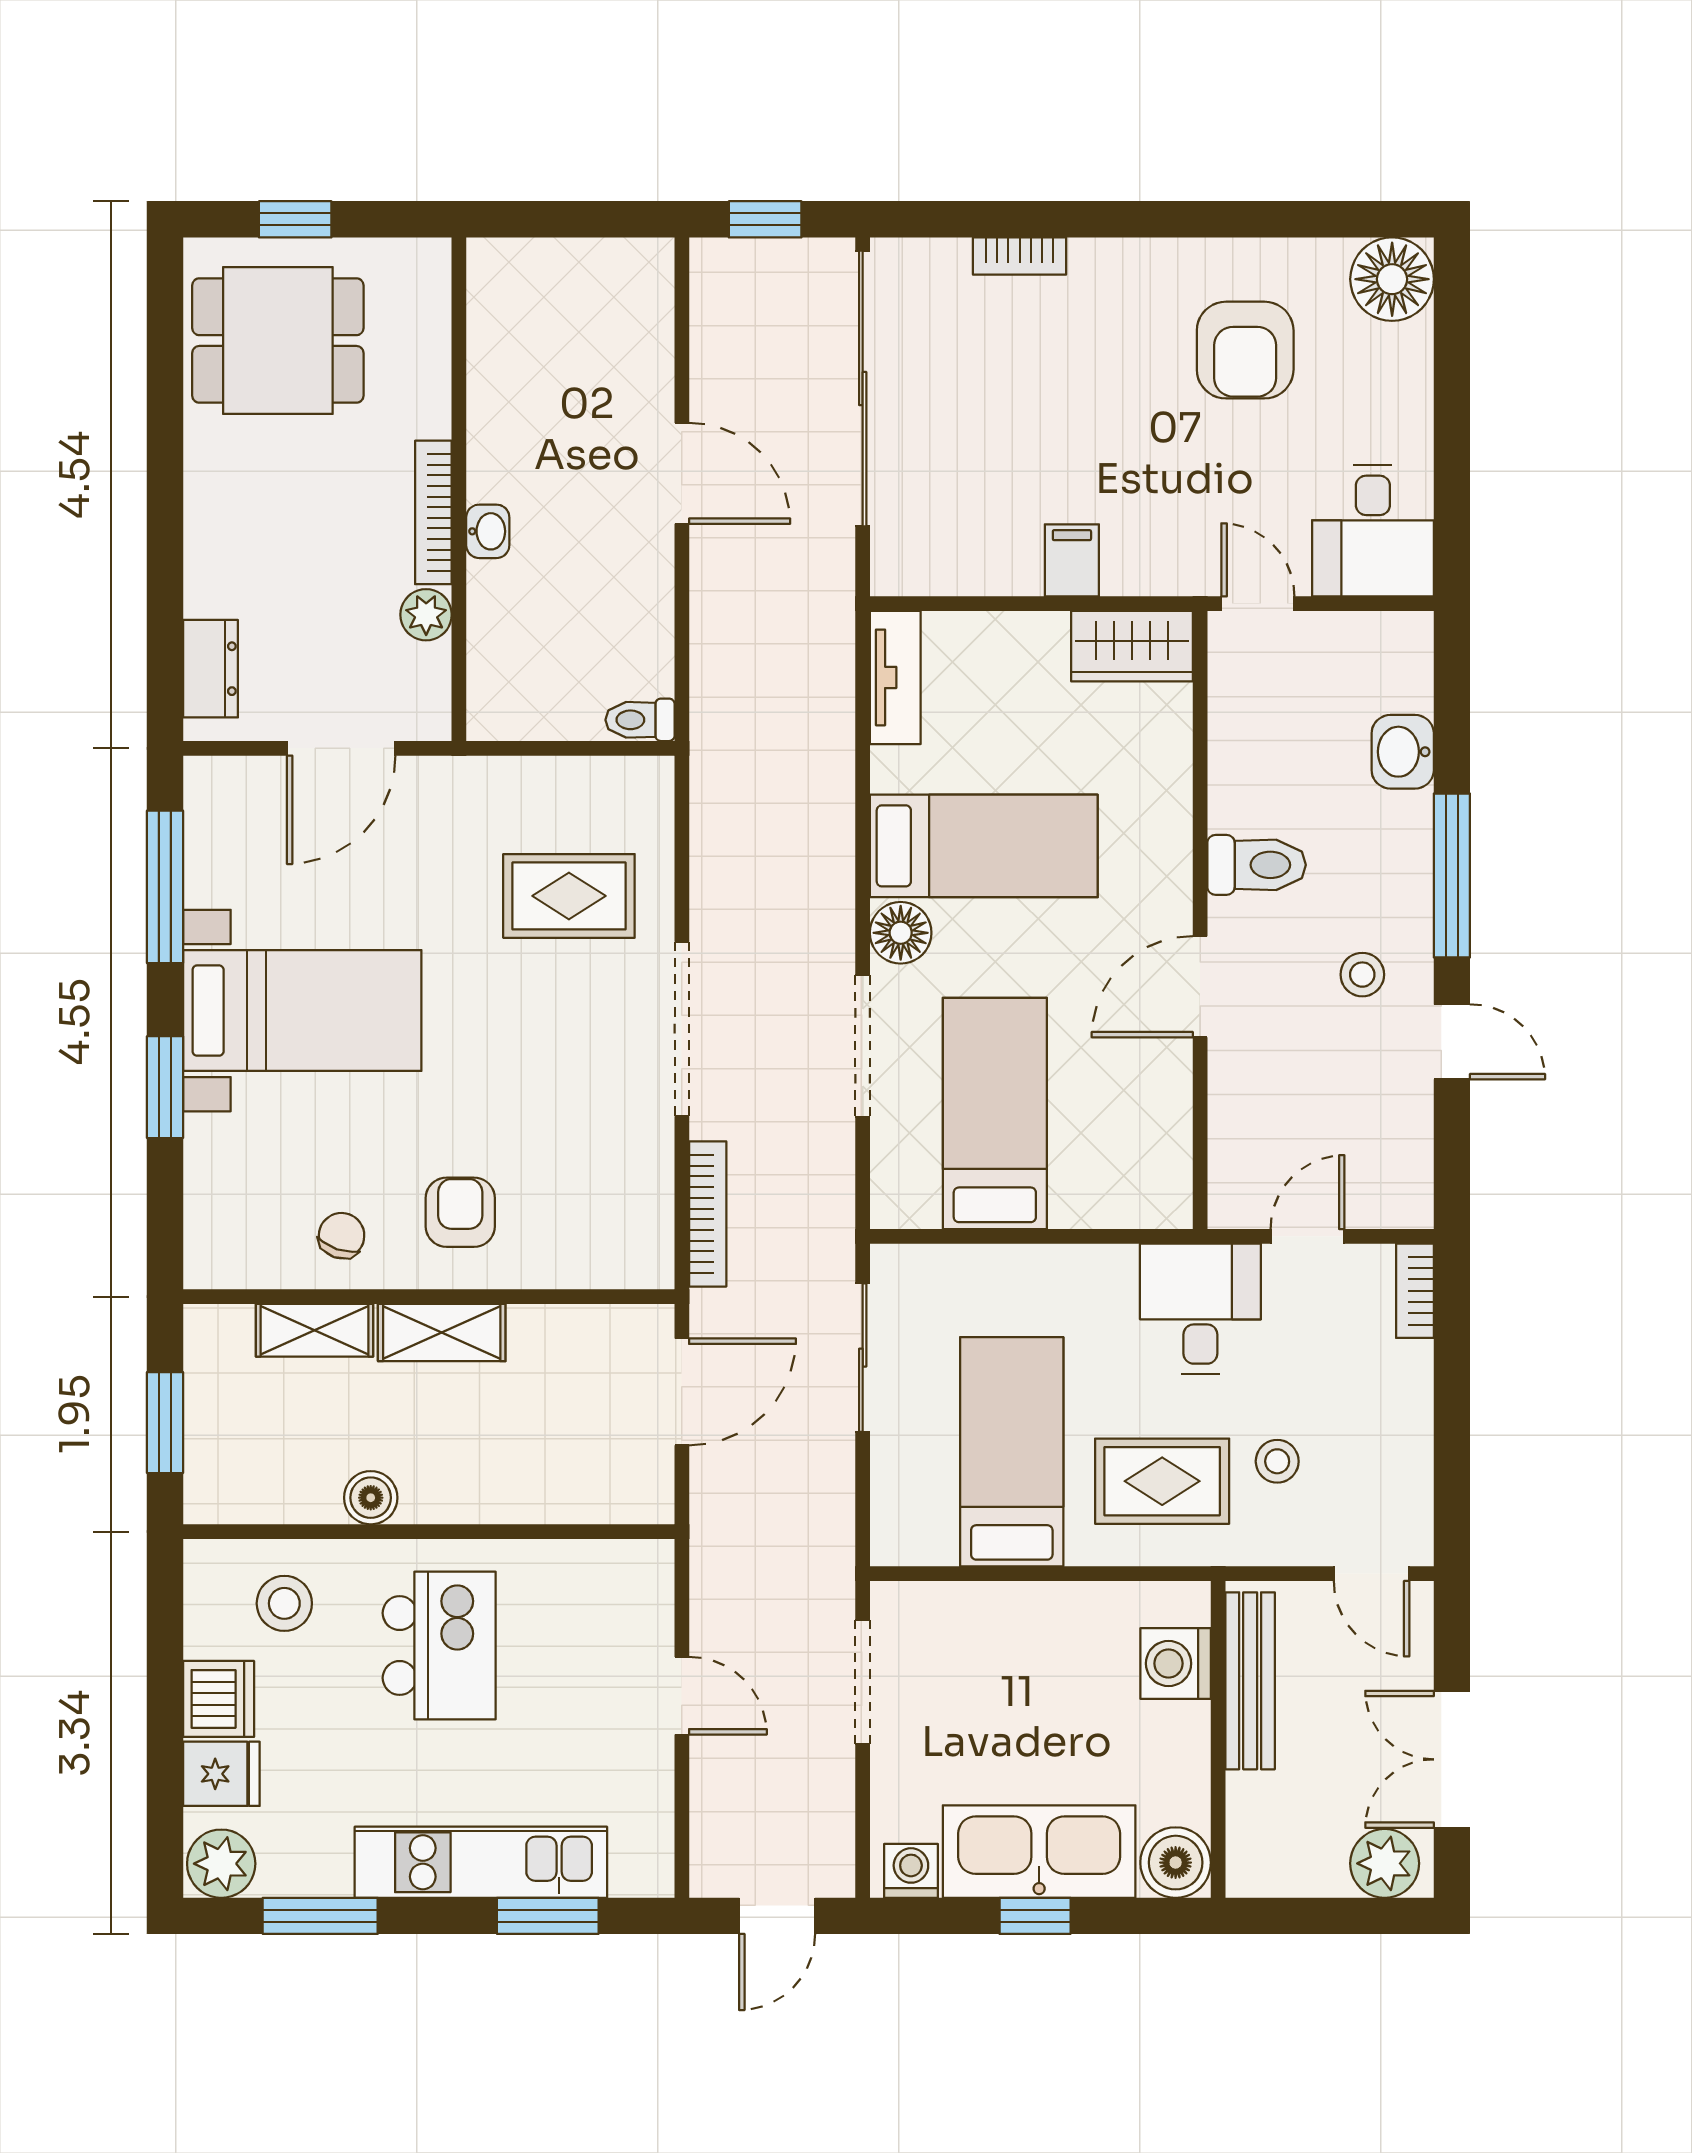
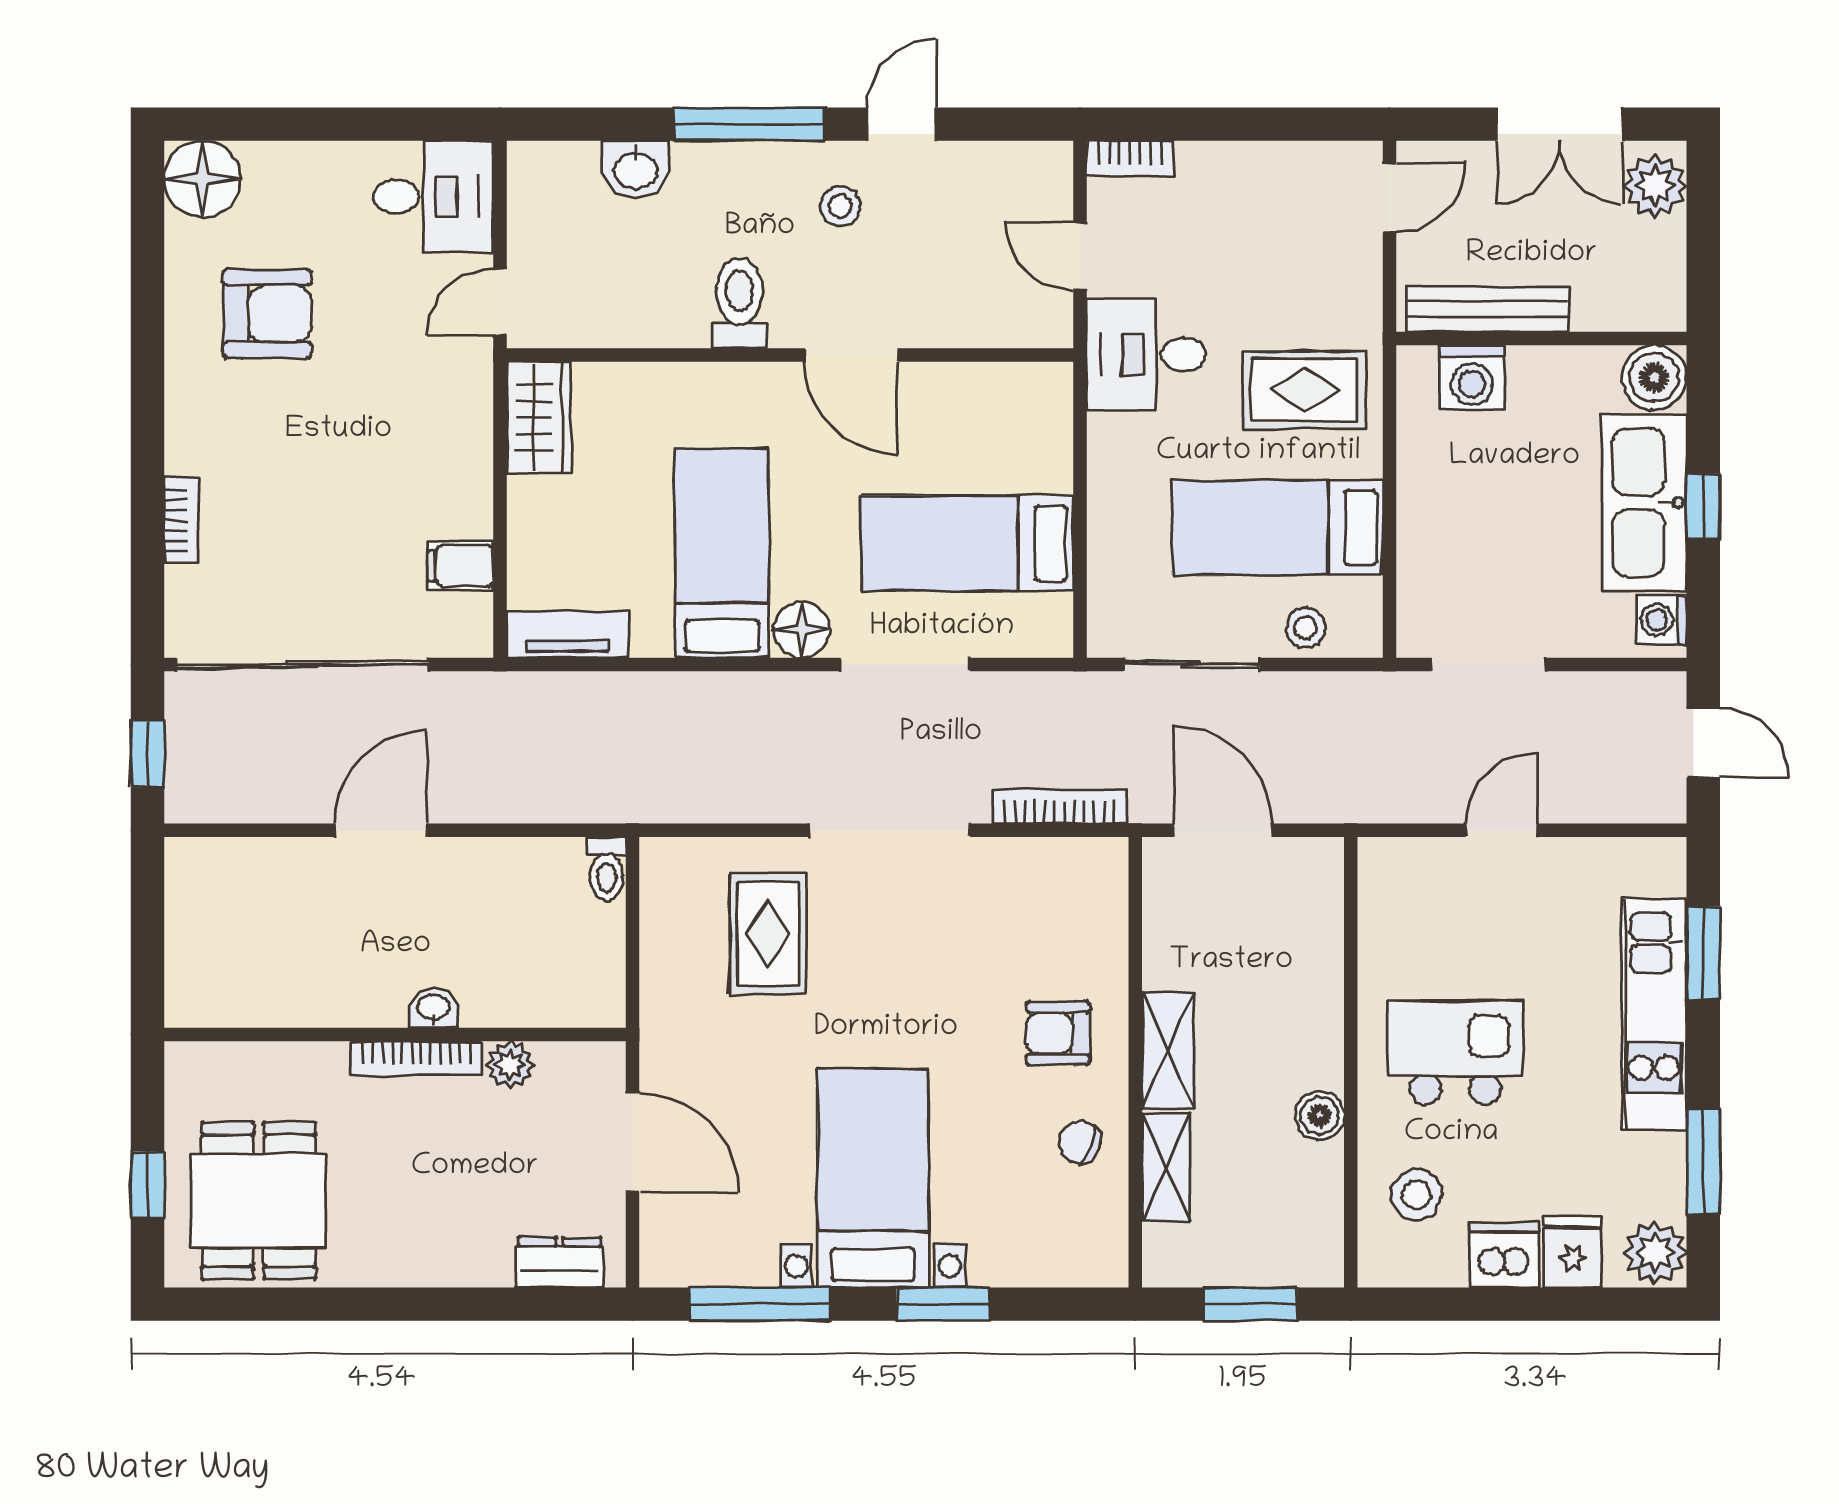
filing cabinet: (1072, 560) -> (460, 566), moved
stool: (1277, 1461) -> (1306, 628), moved
rug: (1162, 1481) -> (1305, 390), turned 90

